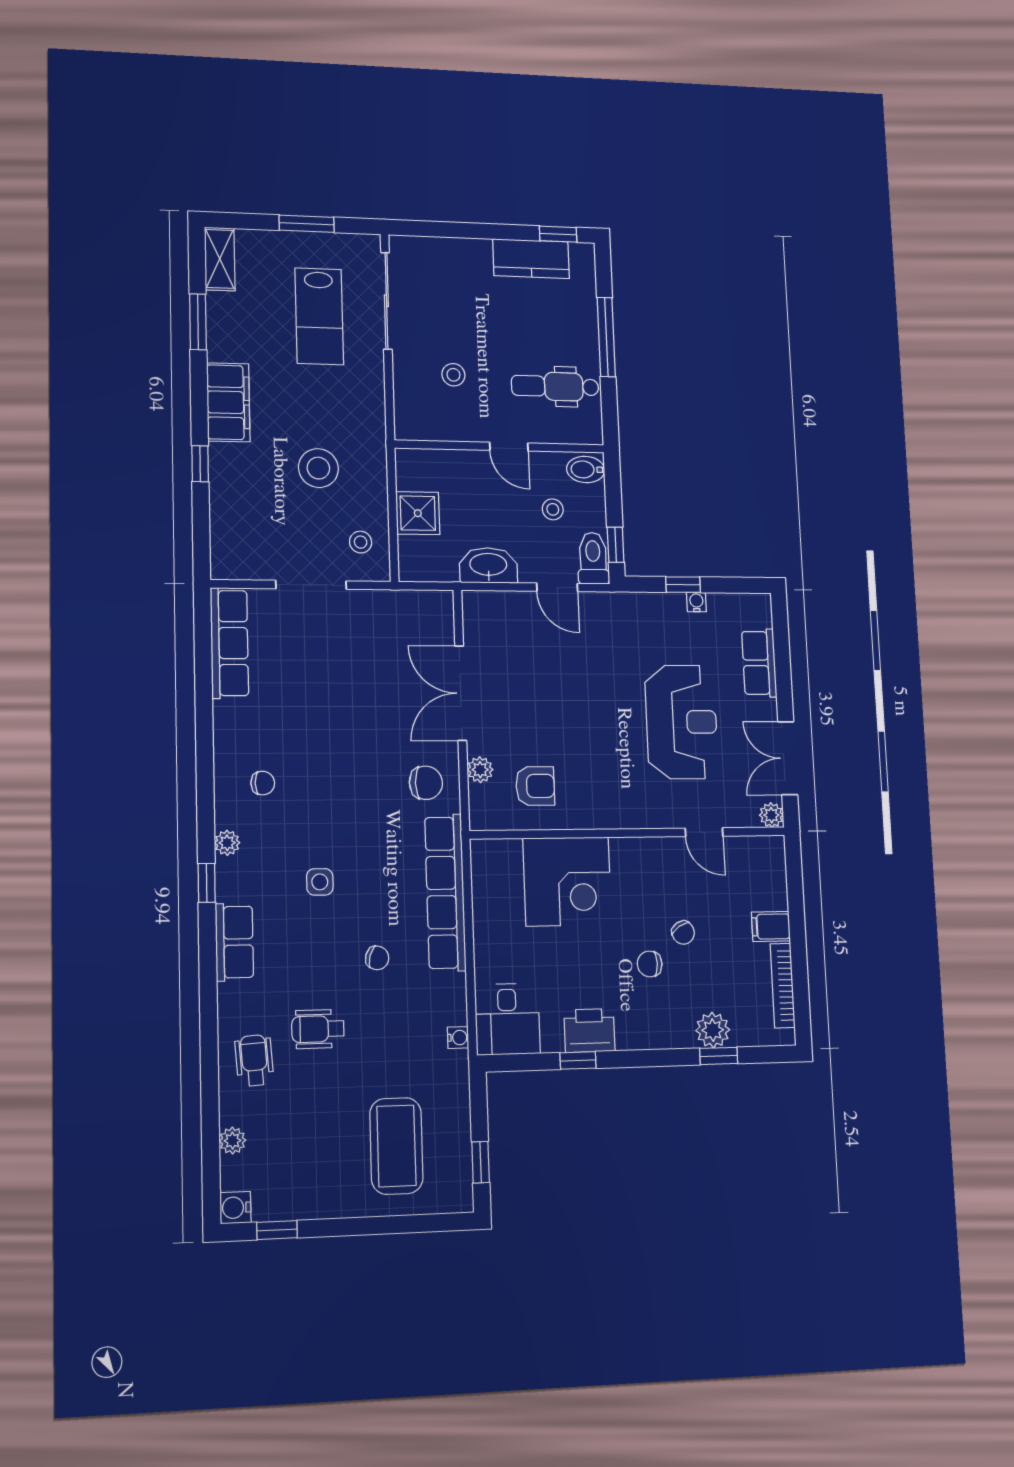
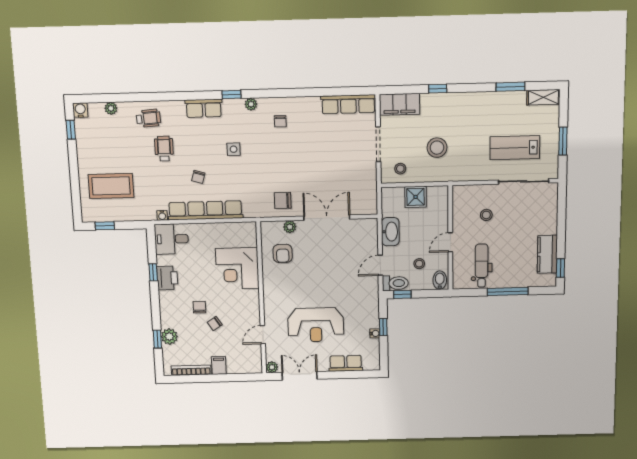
filing cabinet: (228, 402) -> (399, 104), moved
chair: (426, 783) -> (283, 200), turned 90
row of seats: (445, 892) -> (205, 210), moved

